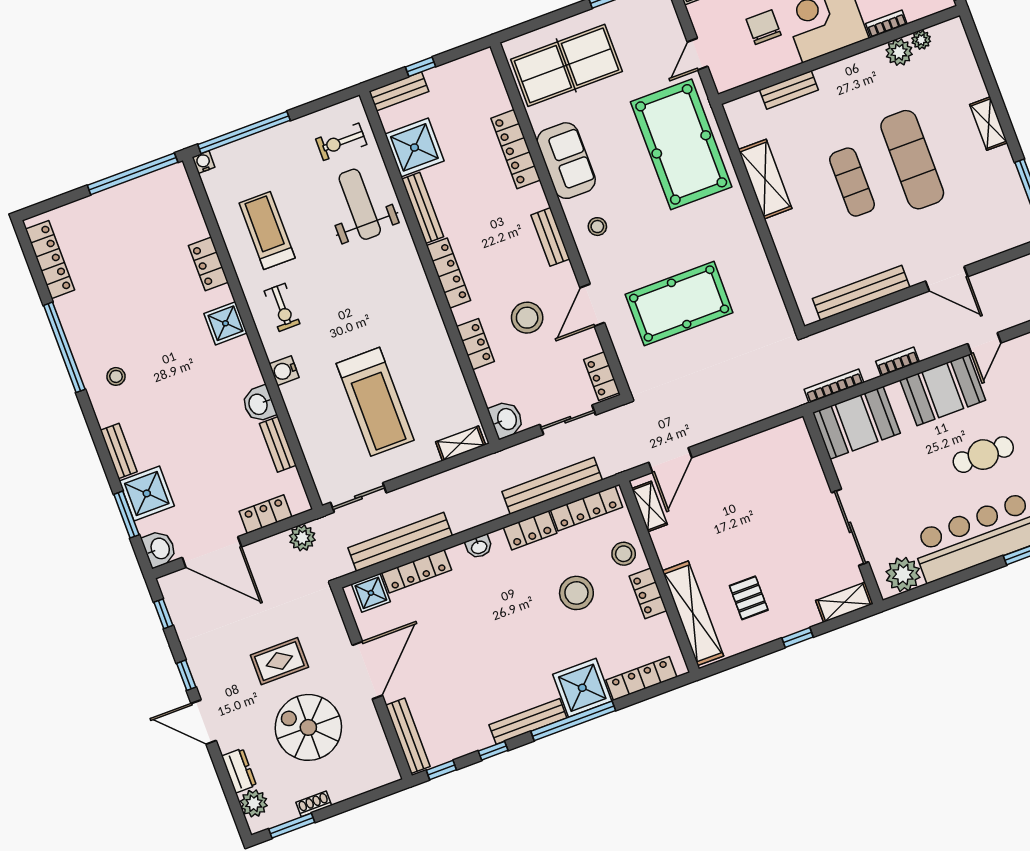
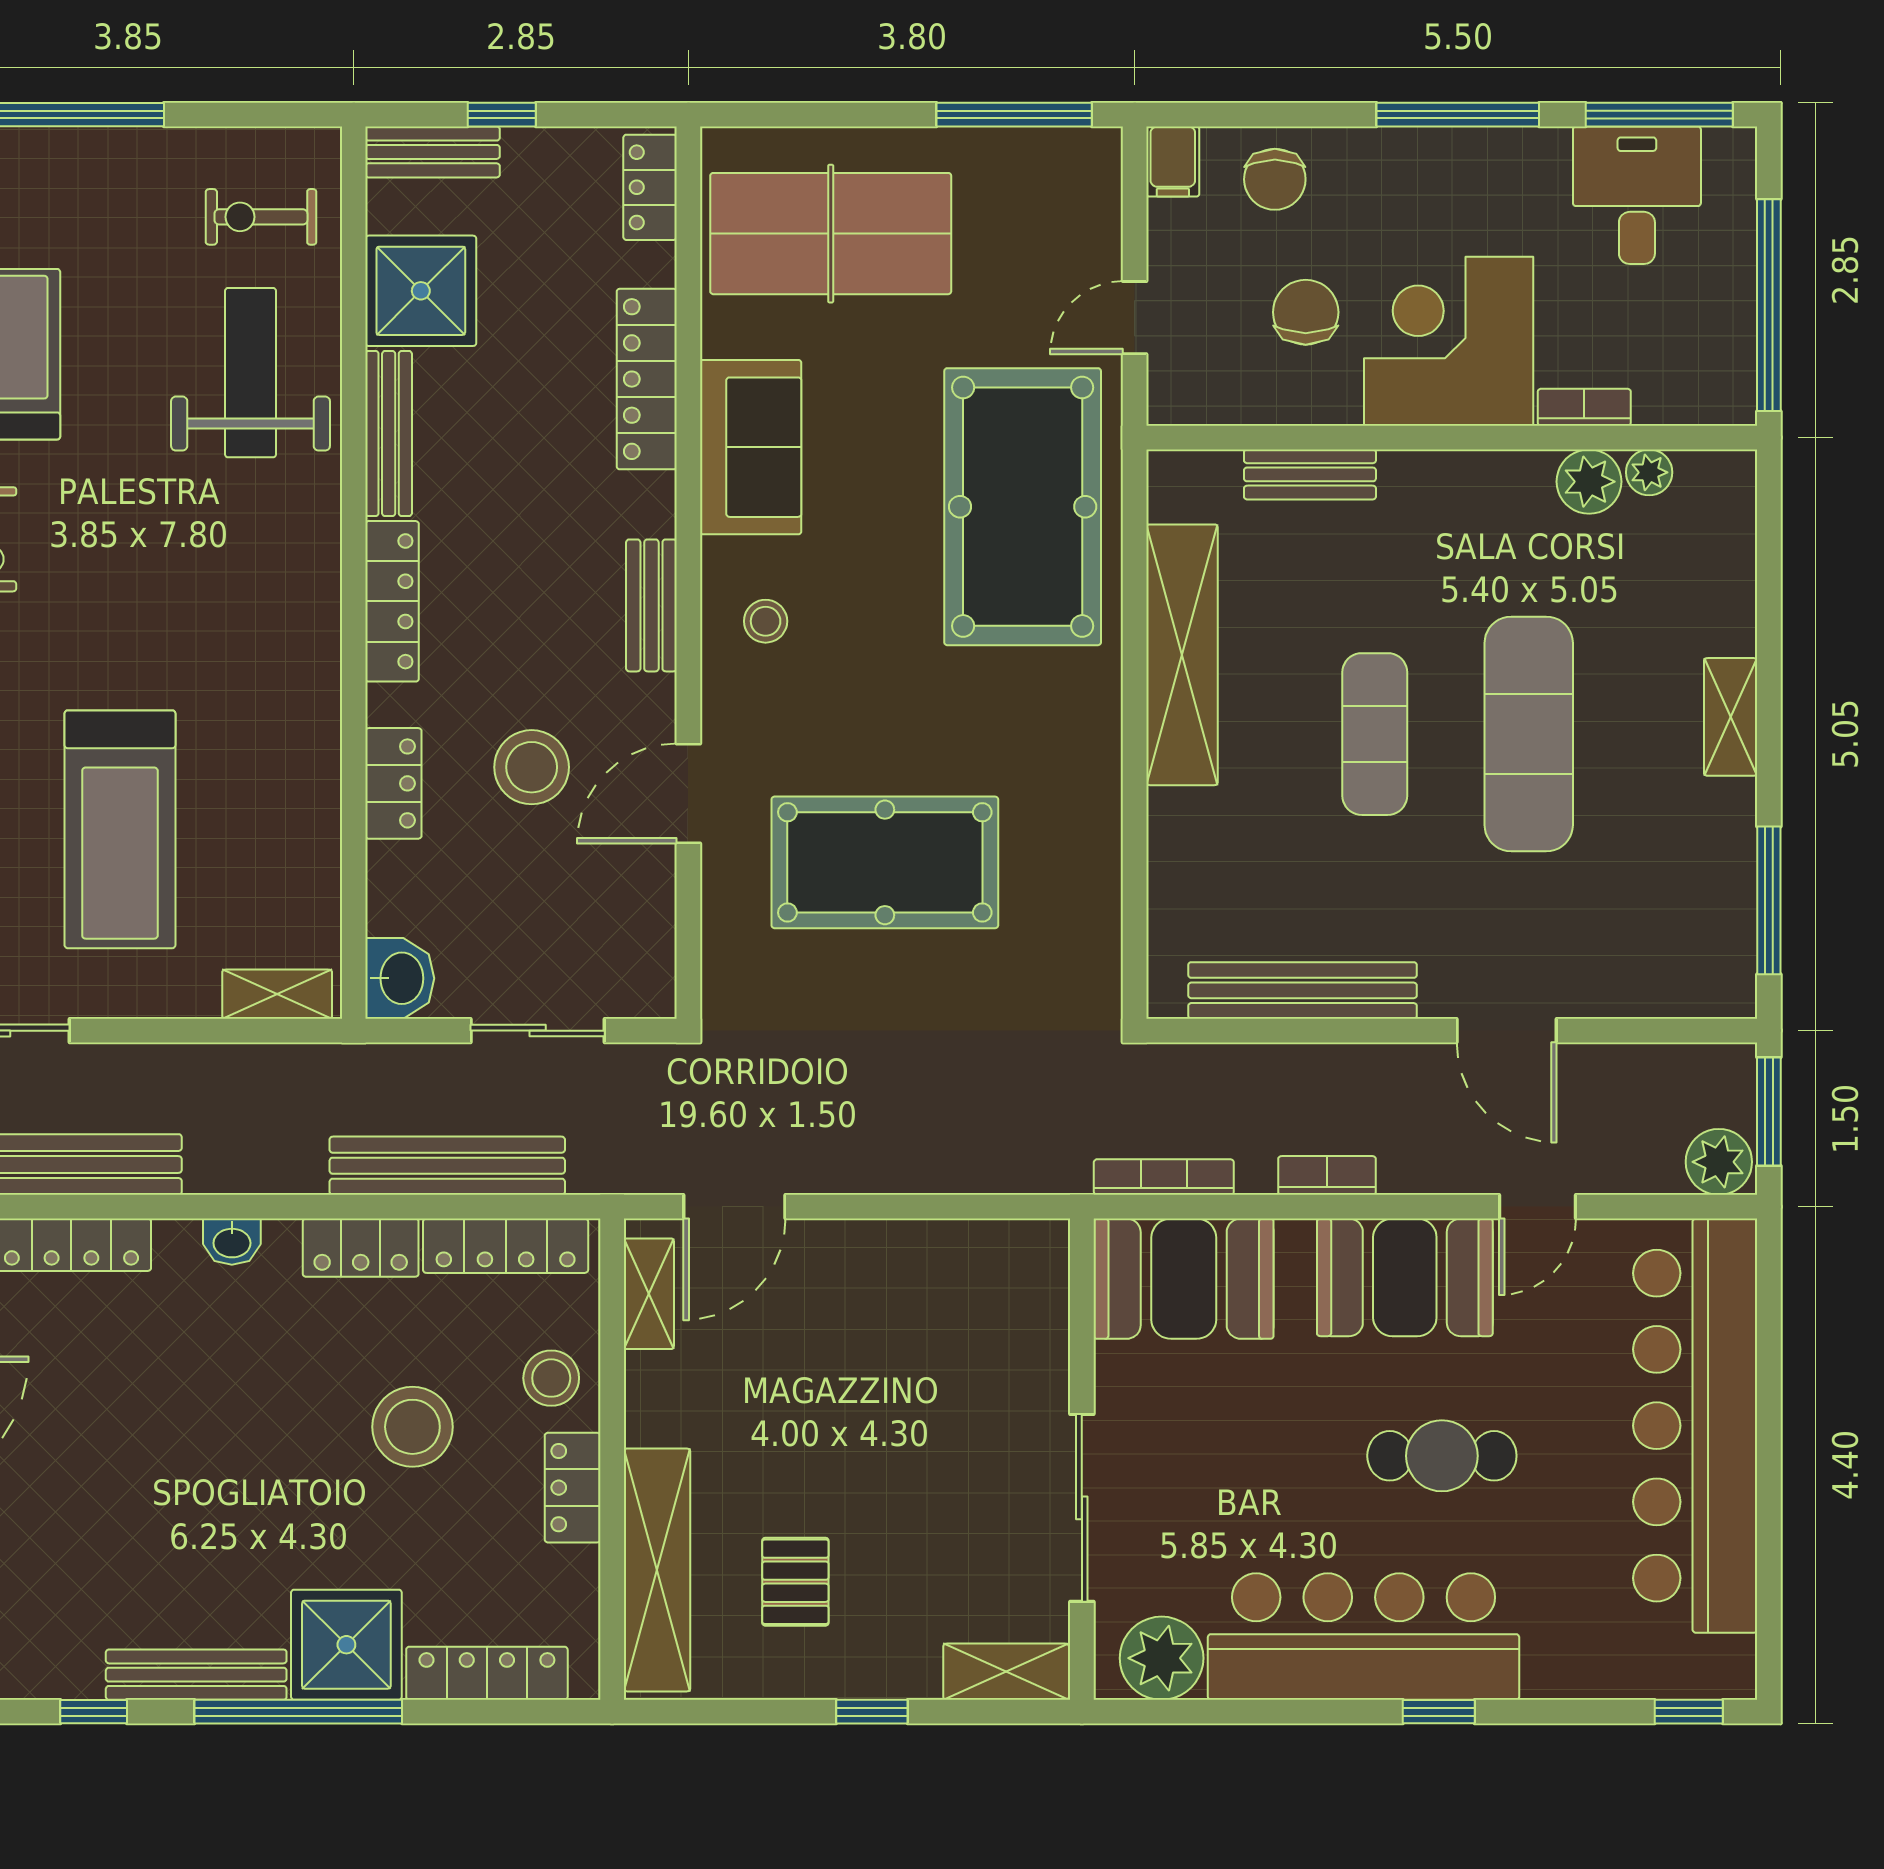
shelving: (765, 179) -> (1182, 655), width x1.47
locker: (602, 376) -> (650, 187), moved

